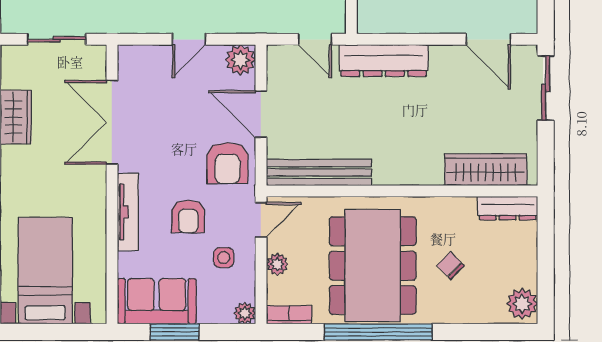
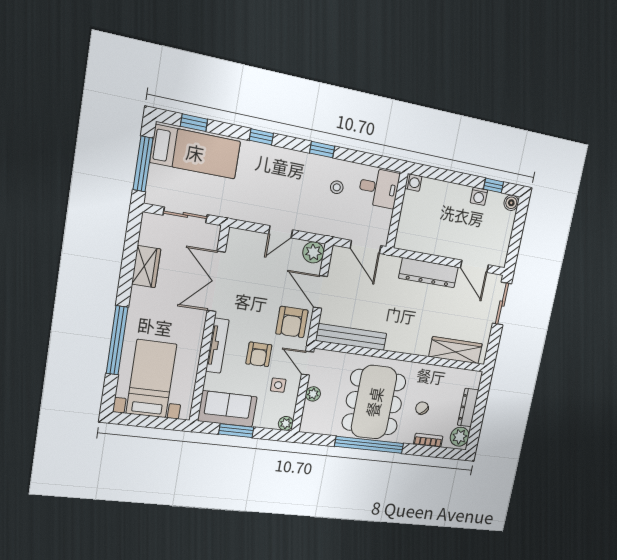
door: (315, 39) -> (366, 247), width x1.38
dresser: (384, 61) -> (429, 273), moved
dresser: (508, 208) -> (468, 408), moved, turned 90
door: (261, 220) -> (308, 363), swing flipped
bookcase: (289, 315) -> (428, 440), moved

